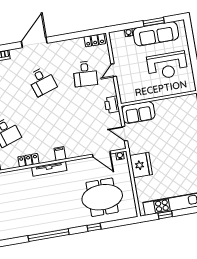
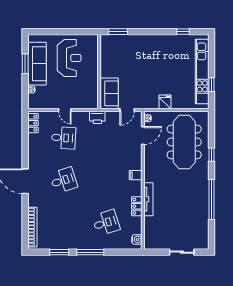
fridge: (141, 165) -> (165, 102), width x0.53, depth x0.75
tv unit: (49, 169) -> (148, 199), moved
meeting table: (102, 197) -> (184, 142), width x1.36

